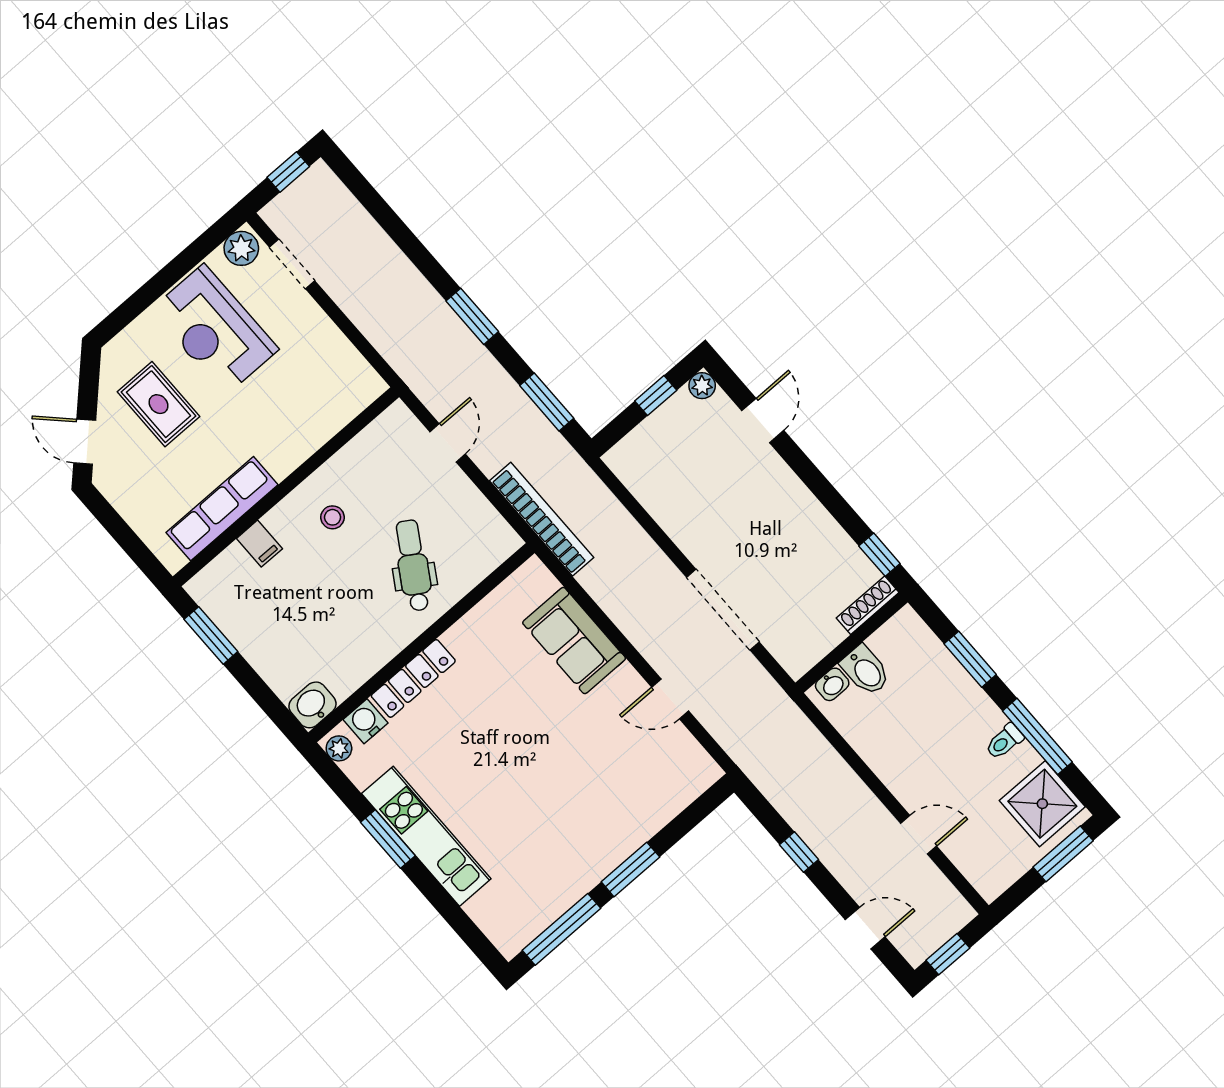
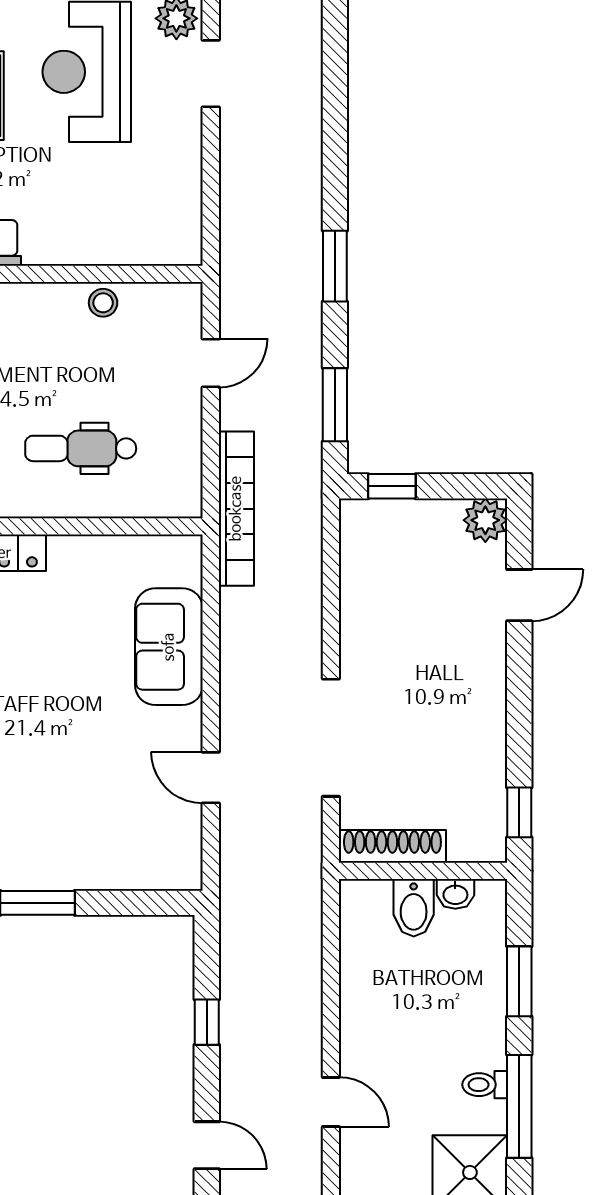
plant: (702, 386) -> (485, 520), width x1.38, depth x1.38
window: (656, 396) -> (392, 486), moved
stool: (332, 517) -> (103, 303), moved
dental chair: (413, 565) -> (81, 448), turned -122
shoe rack: (868, 605) -> (392, 846), moved, width x1.36, depth x1.24
washbasin: (832, 684) -> (455, 894), moved

